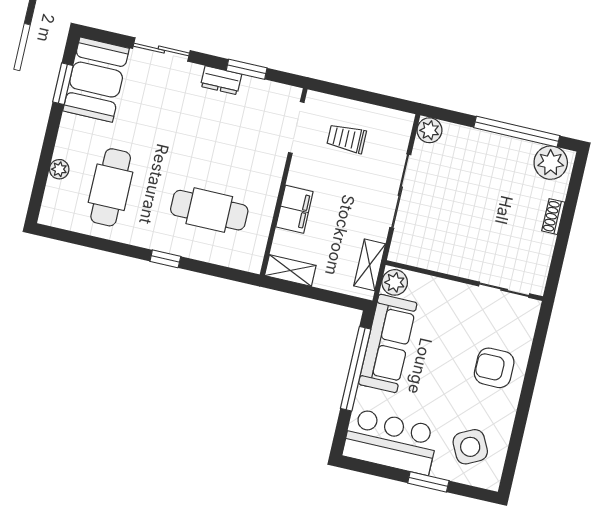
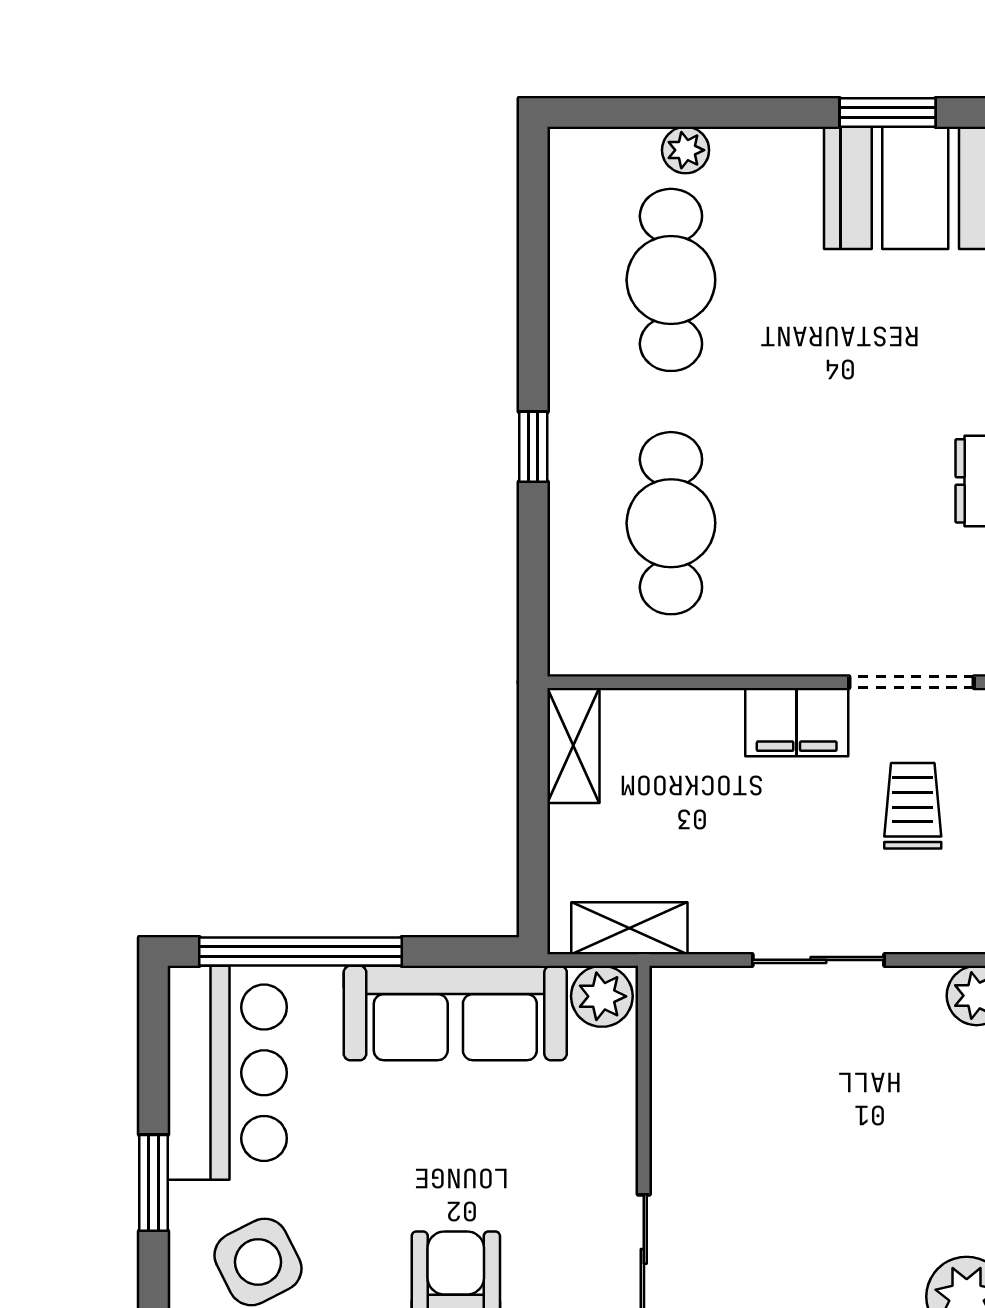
cafe table: (111, 187) -> (671, 280), turned 90
sliding door: (400, 191) -> (818, 960), width x0.73
filing cabinet: (294, 209) -> (797, 722), moved
window: (356, 369) -> (300, 951), moved

